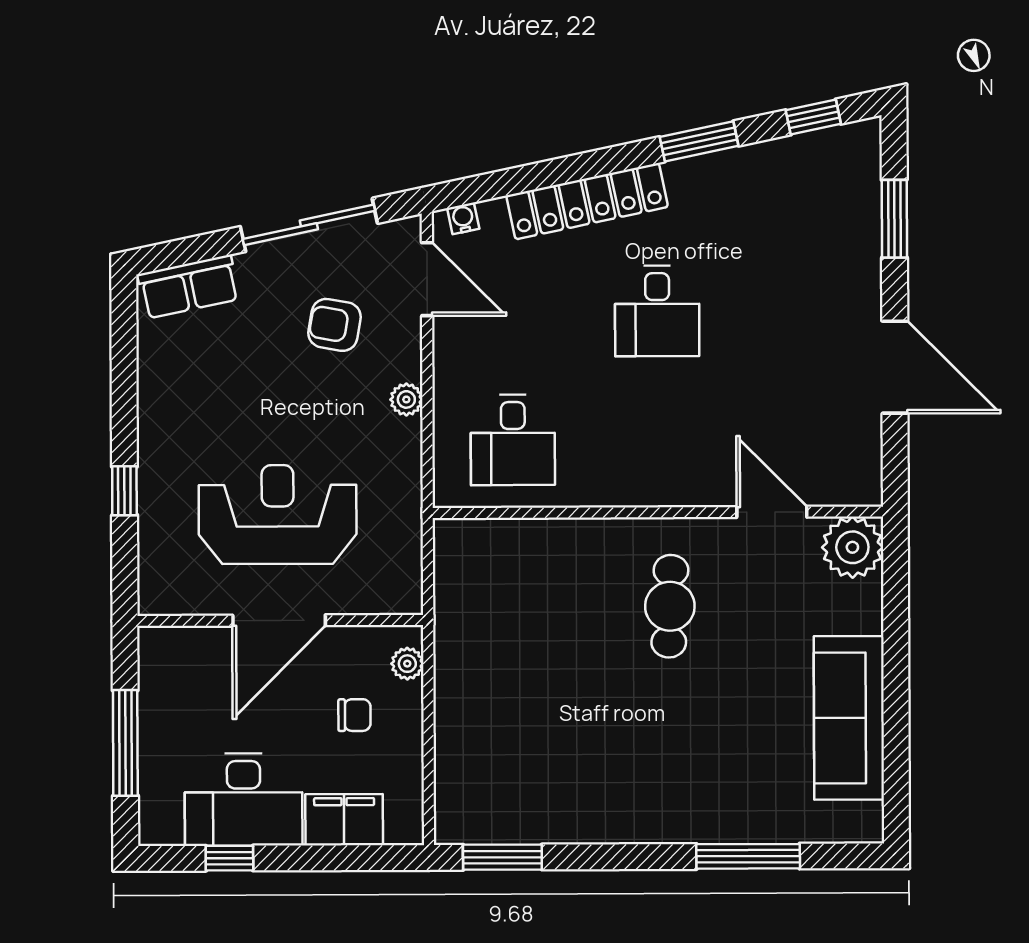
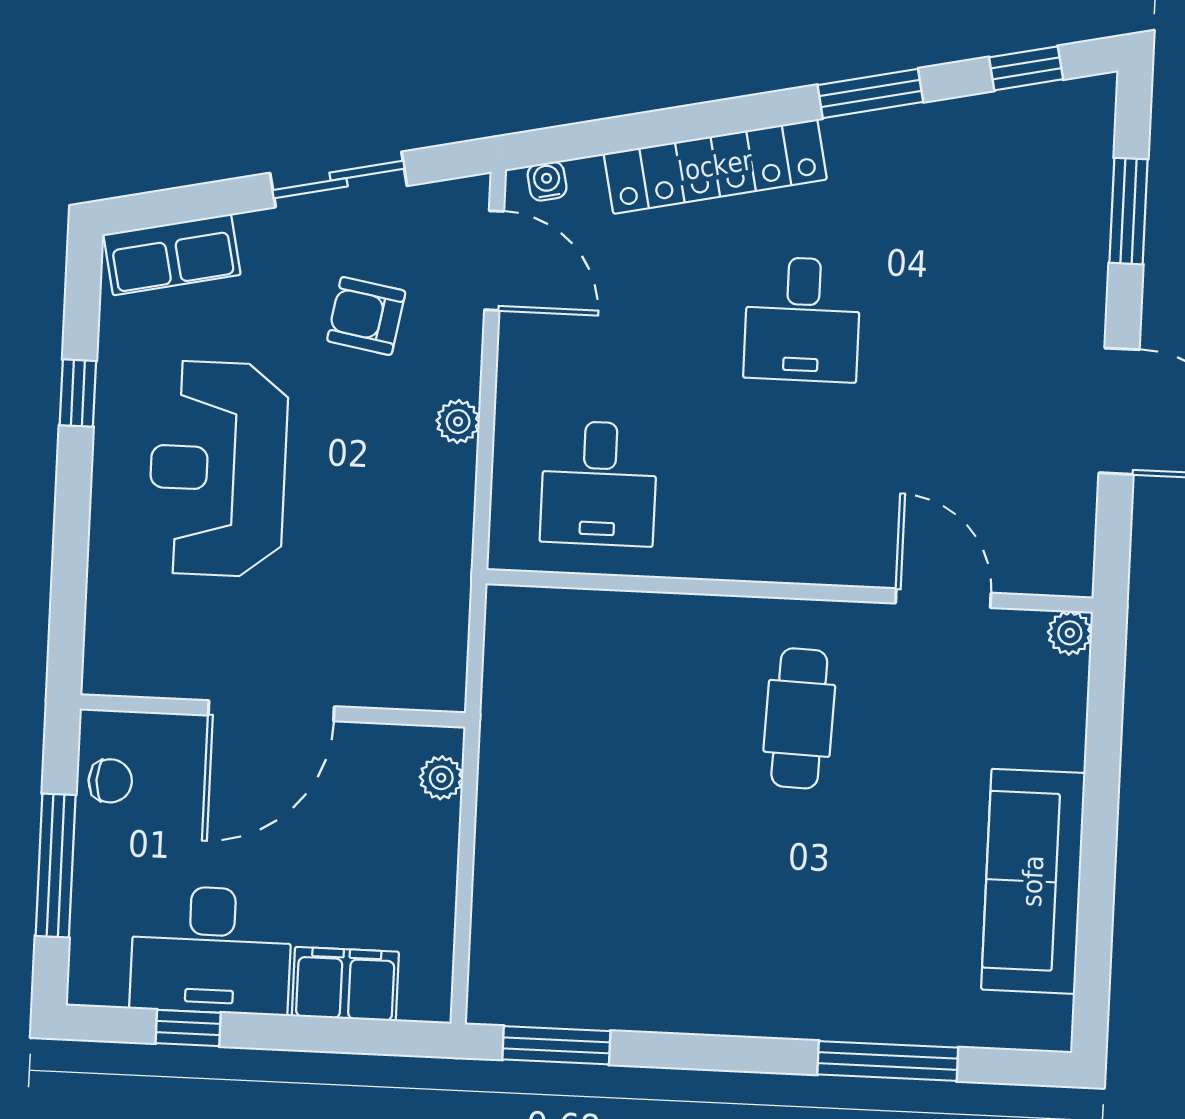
sliding door: (309, 225) -> (339, 179), width x0.73
window: (124, 491) -> (78, 393), moved
reception desk: (278, 514) -> (218, 469), moved, turned -90
plant: (852, 547) -> (1070, 633), width x0.53, depth x0.53
chair: (354, 715) -> (110, 781), moved

